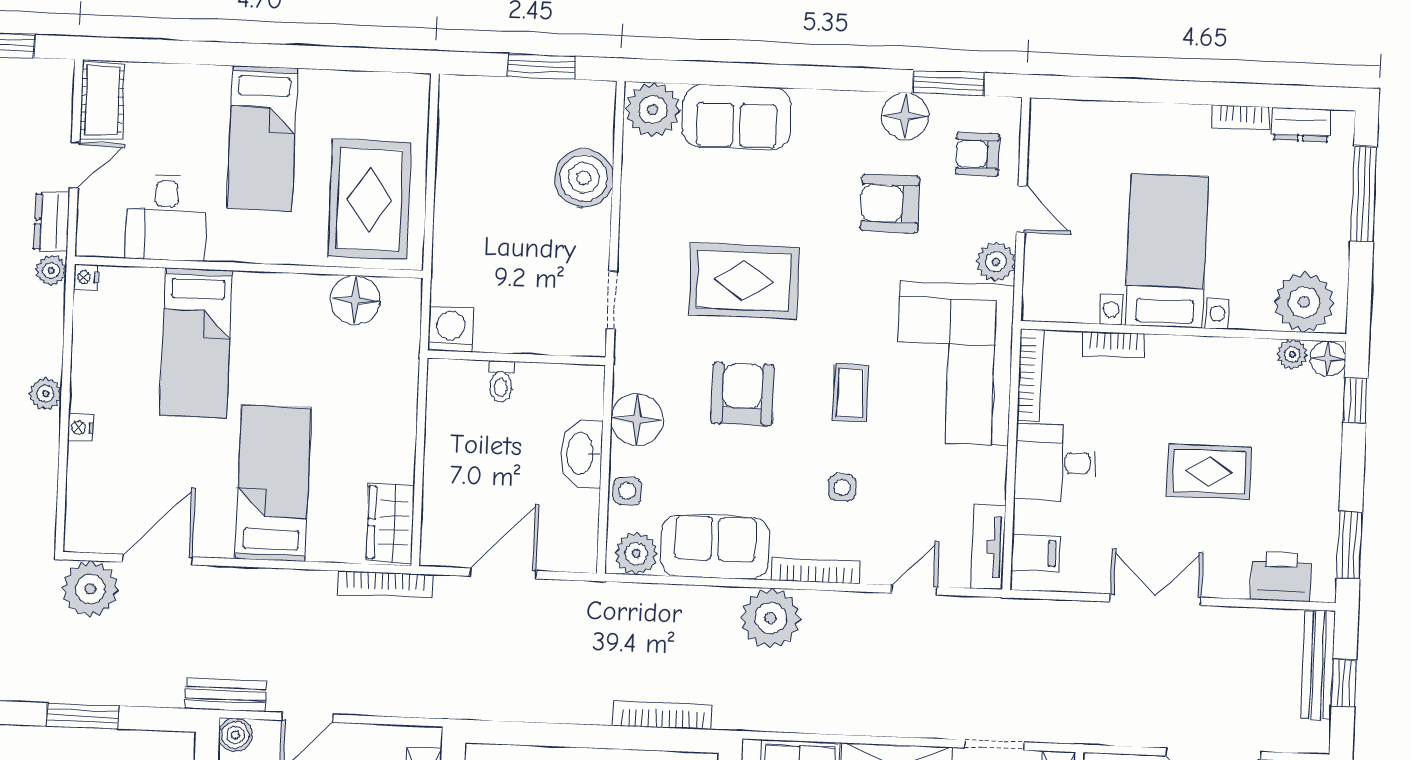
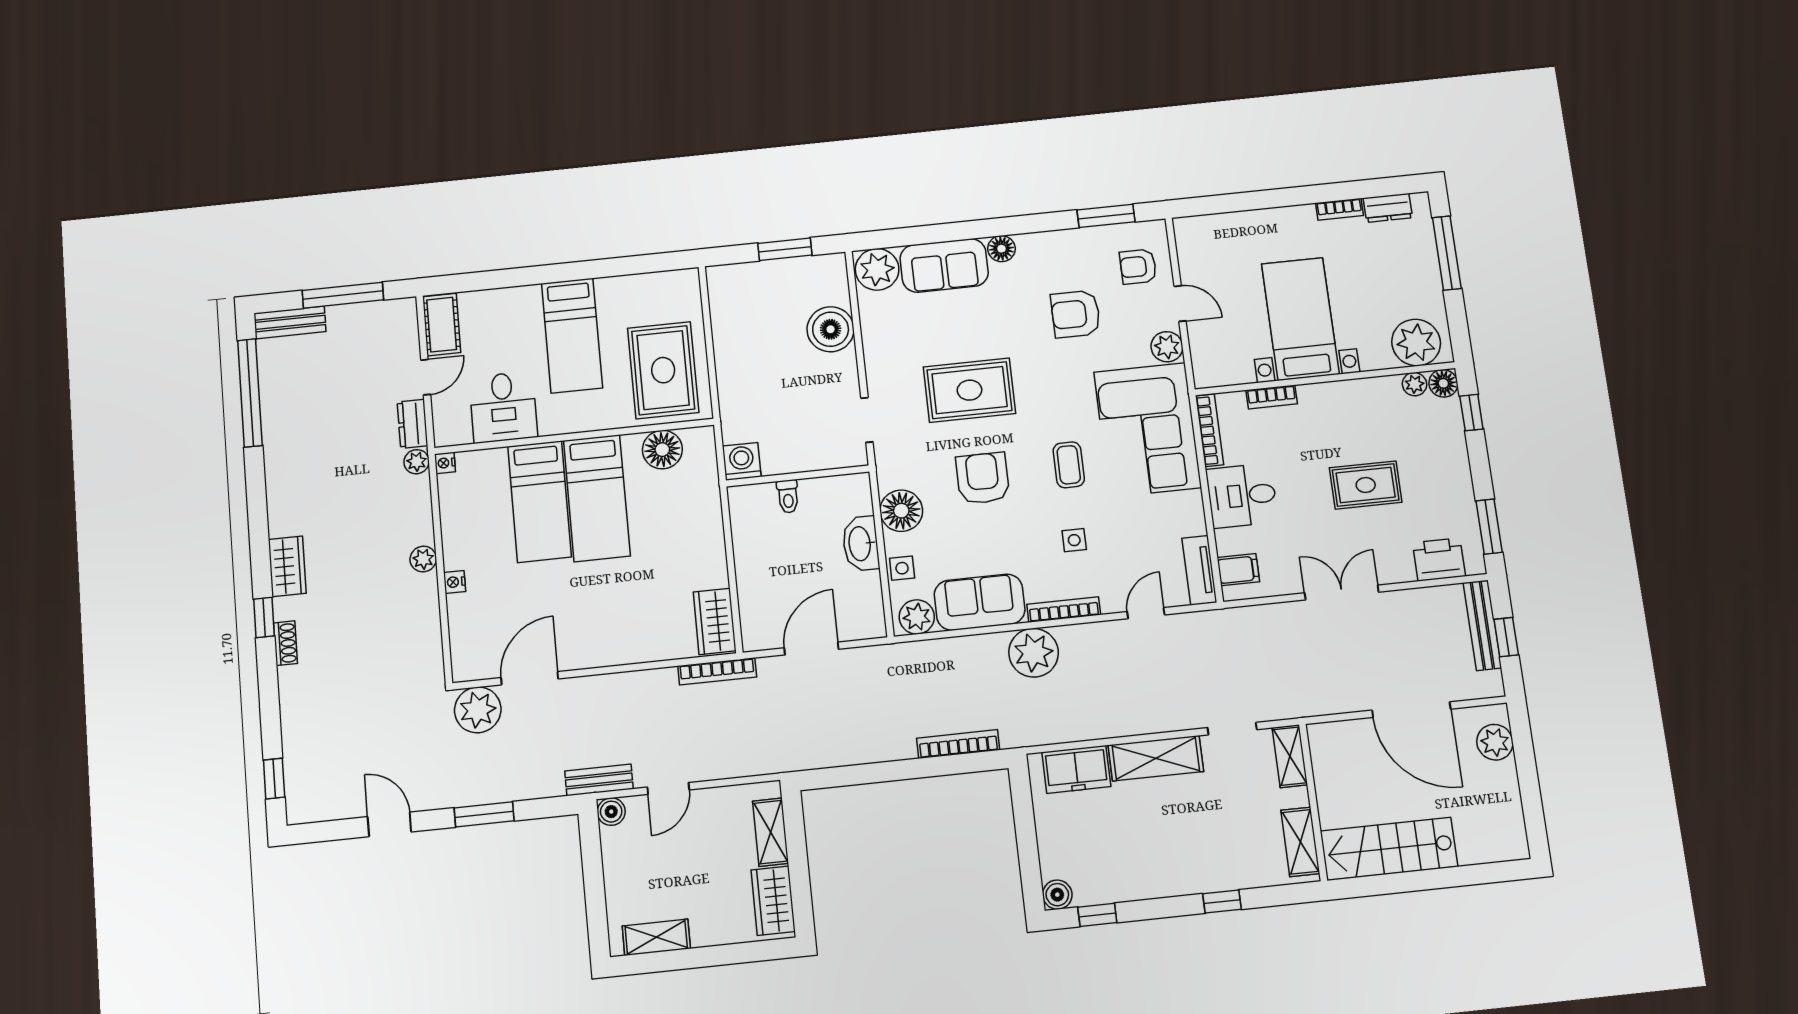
floor lamp: (905, 116) -> (1002, 249), moved, width x0.73, depth x0.73
bed: (273, 483) -> (597, 498), moved, turned 180

